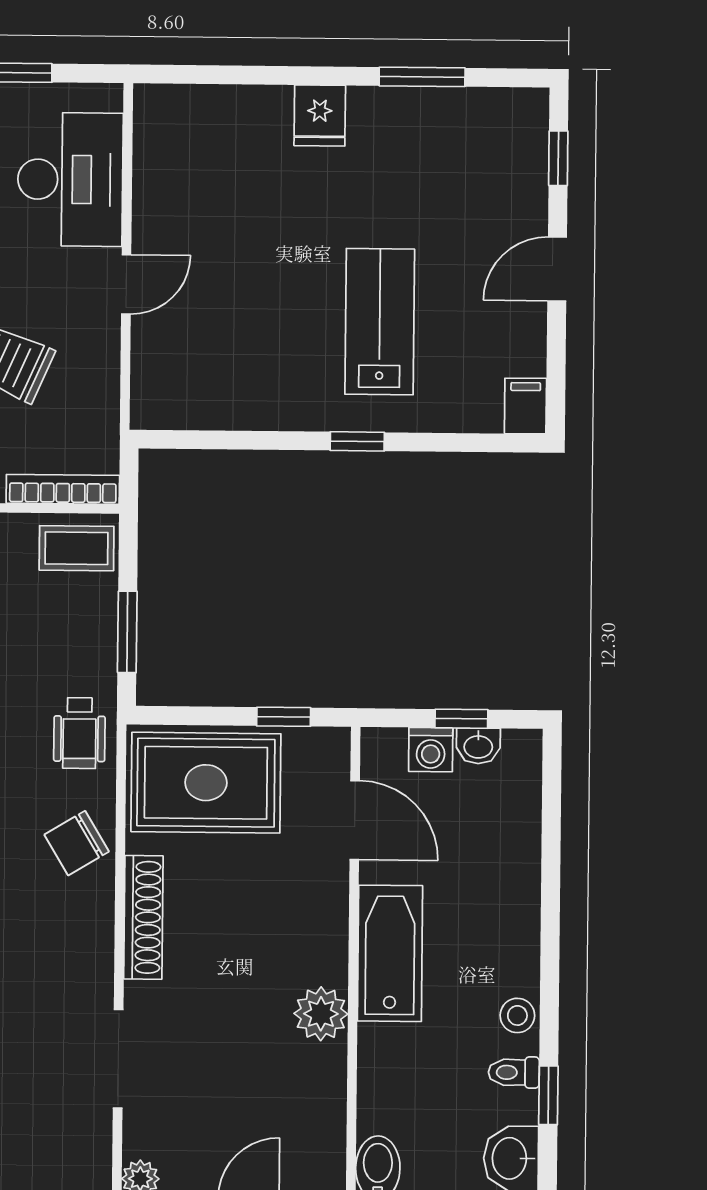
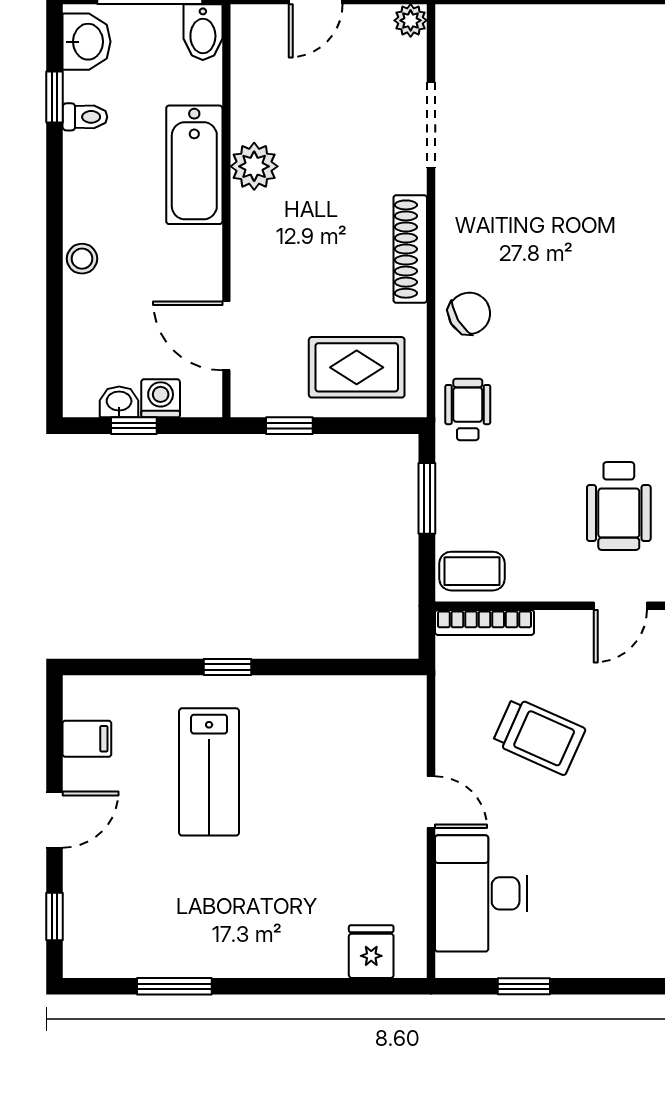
fridge: (320, 116) -> (371, 952), moved
door: (126, 284) -> (431, 802), swing flipped
filing cabinet: (525, 406) -> (87, 739), moved, turned -90
rug: (206, 783) -> (357, 367), width x0.73, depth x0.70
bathtub: (390, 953) -> (194, 165), moved
stool: (517, 1015) -> (82, 259), moved

